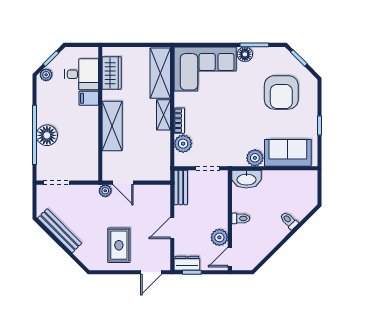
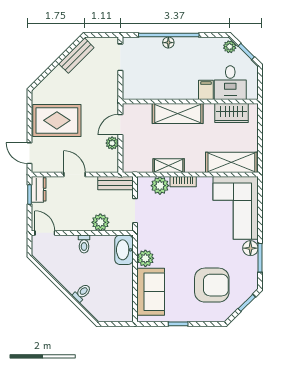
armchair: (281, 92) -> (212, 285), turned 180
shelving: (163, 115) -> (169, 166), moved
floor lamp: (47, 135) -> (168, 43), width x0.53, depth x0.53
plant: (105, 191) -> (112, 143), moved
bench: (60, 231) -> (76, 56), width x0.73
plant: (219, 237) -> (100, 222), moved
rug: (119, 245) -> (57, 120), width x1.36, depth x1.43

